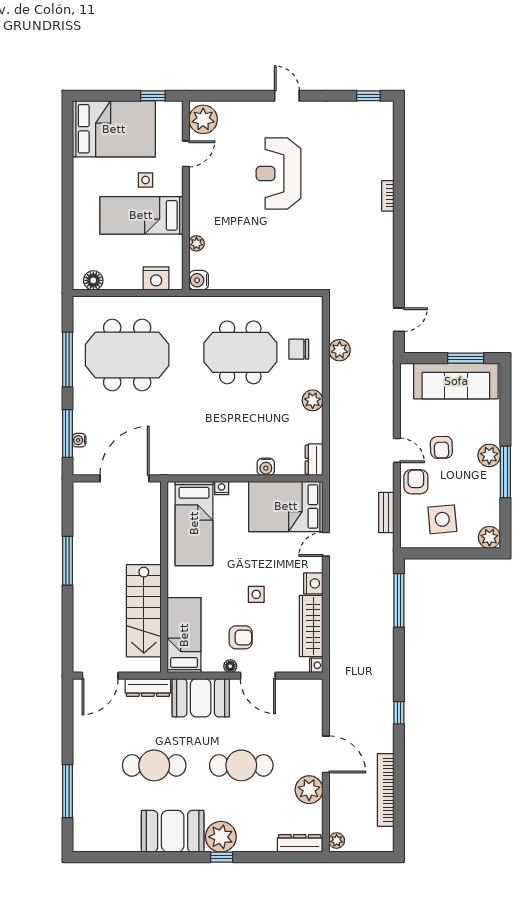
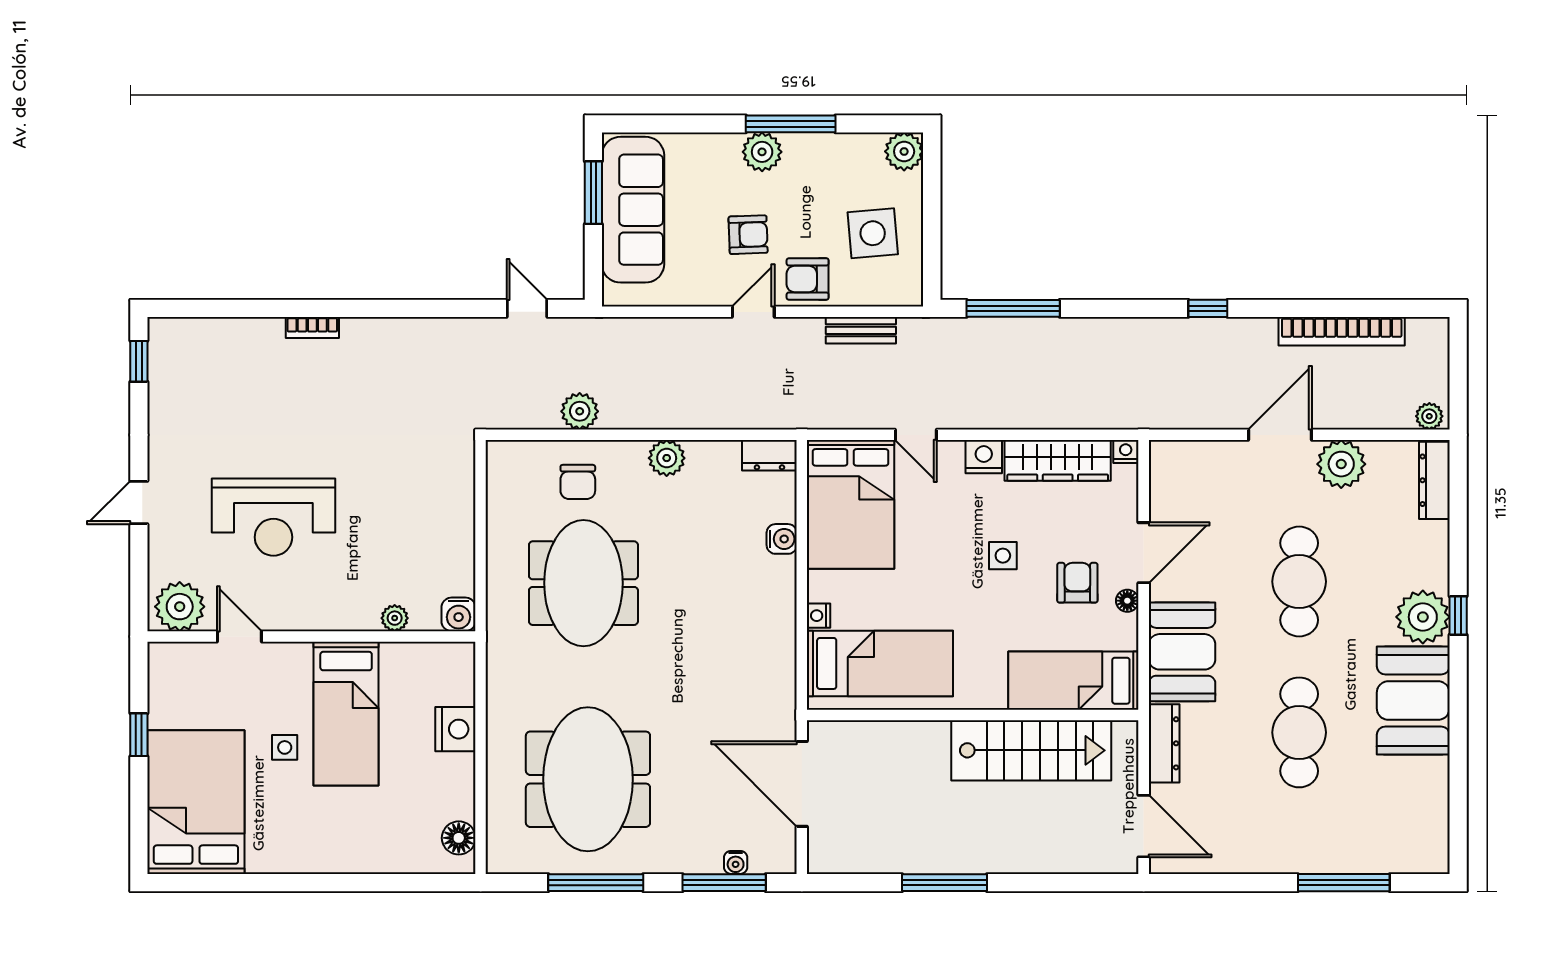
plant: (203, 119) -> (180, 607), moved
door: (186, 154) -> (239, 636), moved
wall: (186, 195) -> (311, 636), moved
bed: (141, 215) -> (346, 714), moved
plant: (196, 243) -> (395, 618), moved
water cooler: (199, 280) -> (459, 614), moved

